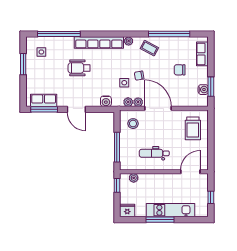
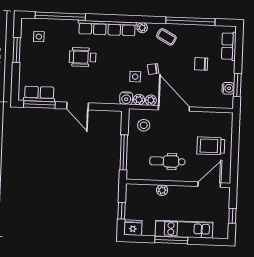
water cooler: (106, 101) -> (126, 98), moved
trolley: (193, 128) -> (211, 146), moved, turned 90
plant: (134, 178) -> (162, 190), moved
window: (117, 185) -> (121, 211), moved

